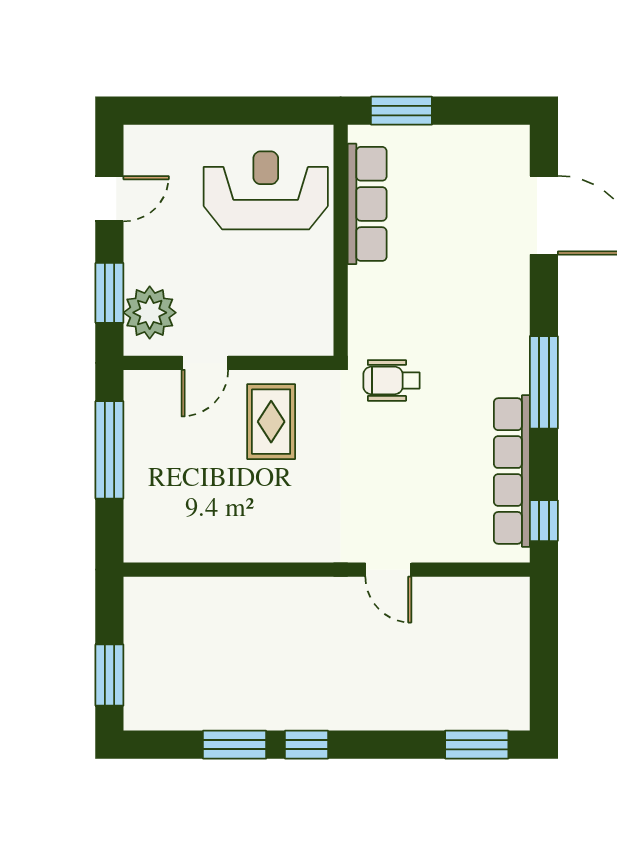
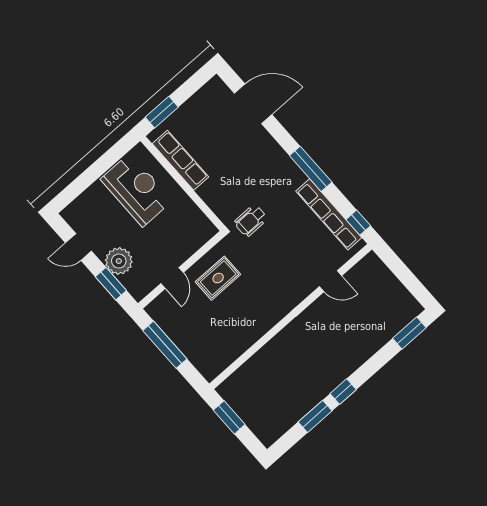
reception desk: (266, 190) -> (136, 190), turned 90
door: (109, 199) -> (78, 247), swing flipped
plant: (150, 313) -> (119, 261), moved
rug: (271, 422) -> (218, 278), turned 90
door: (388, 570) -> (331, 281), moved
window: (109, 675) -> (229, 417), moved

